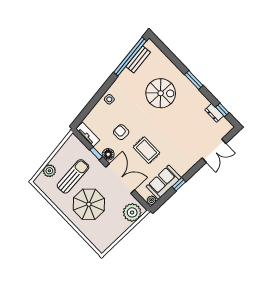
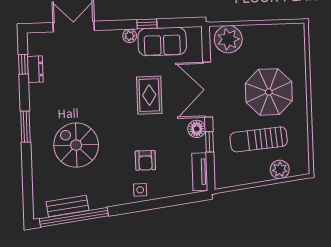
armchair: (121, 132) -> (145, 160), moved
plant: (151, 200) -> (130, 36), moved

